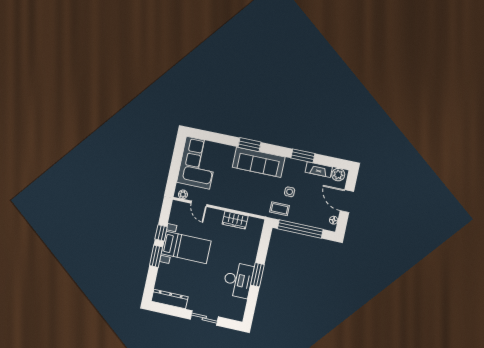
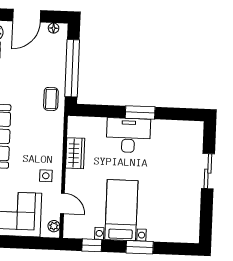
side table: (290, 192) -> (46, 176), moved
door: (199, 204) -> (62, 203), hinge flipped
window: (161, 233) -> (92, 245), moved
desk: (238, 280) -> (128, 135), moved
dresser: (170, 299) -> (192, 220), removed

